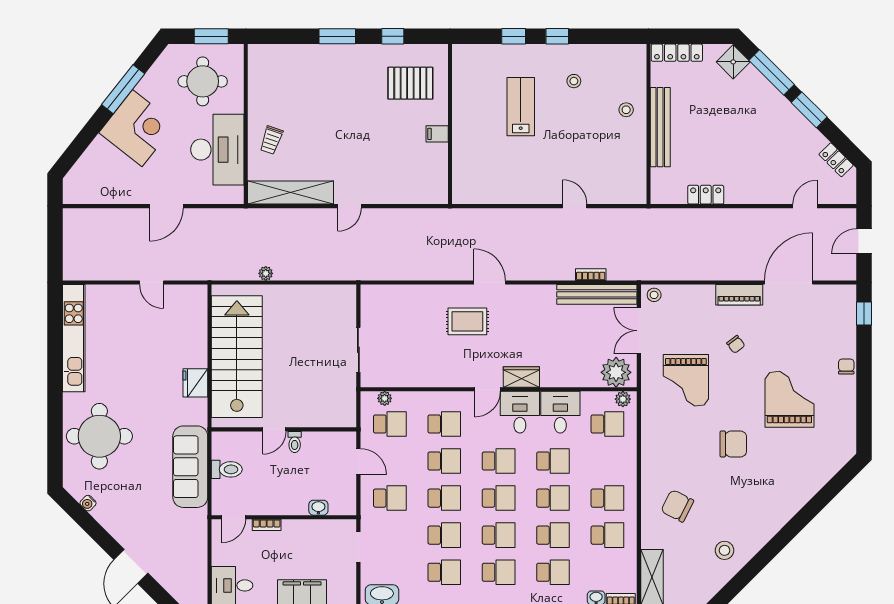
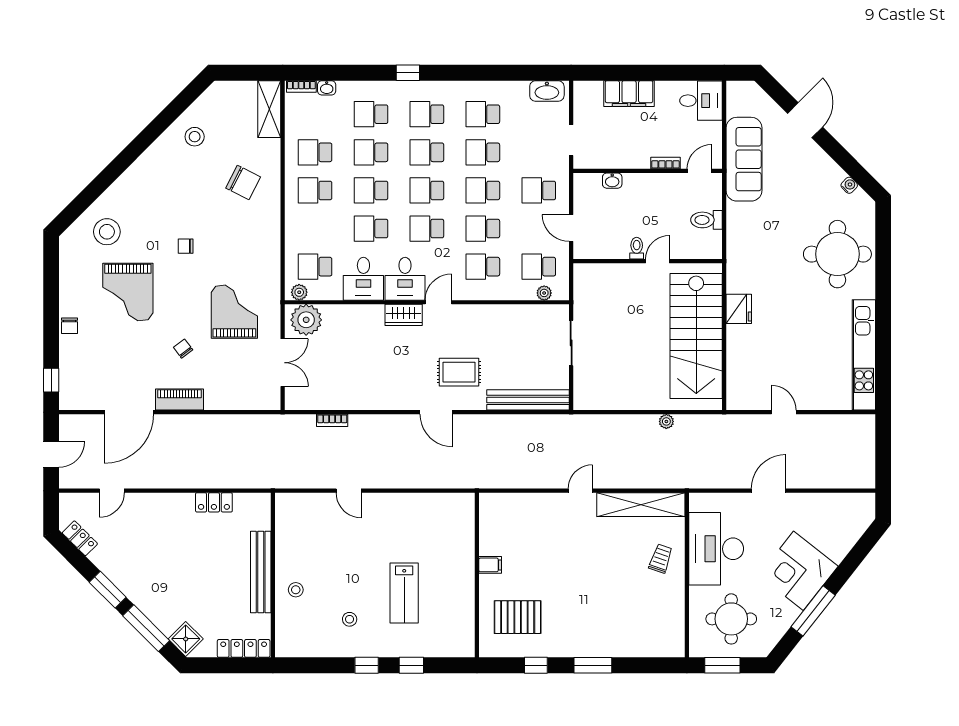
bench: (597, 294) -> (528, 400), moved
stool: (654, 295) -> (107, 232), moved, width x1.89, depth x1.89
chair: (733, 444) -> (186, 246), width x0.54, depth x0.54
sofa: (190, 467) -> (744, 159), moved

